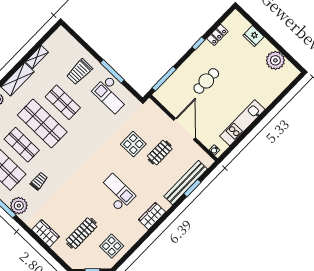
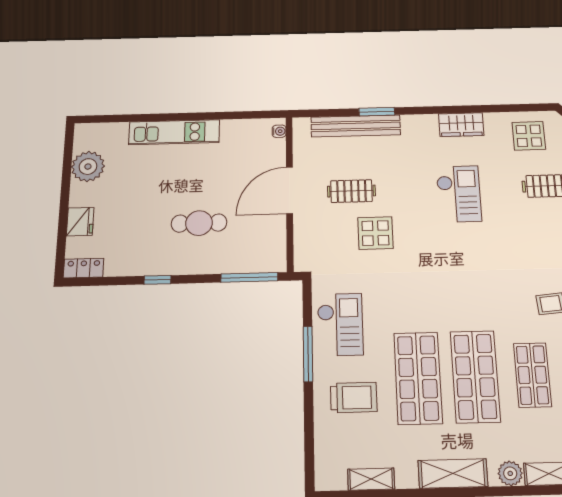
locker: (217, 35) -> (84, 268), moved
shelving: (37, 57) -> (371, 479), moved
shop shelf: (63, 102) -> (418, 378), width x1.43, depth x1.36
kitchen unit: (242, 123) -> (174, 132), moved
window: (192, 188) -> (377, 112), moved
checkout: (116, 193) -> (459, 194), turned 180
wardrobe: (152, 216) -> (461, 125), moved

